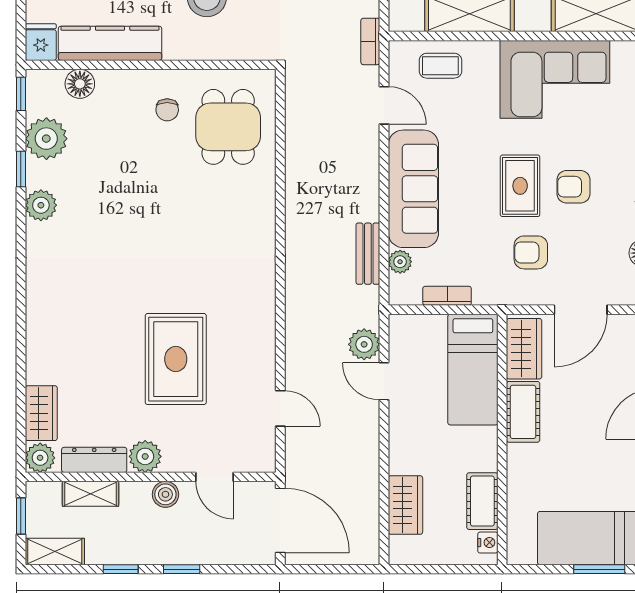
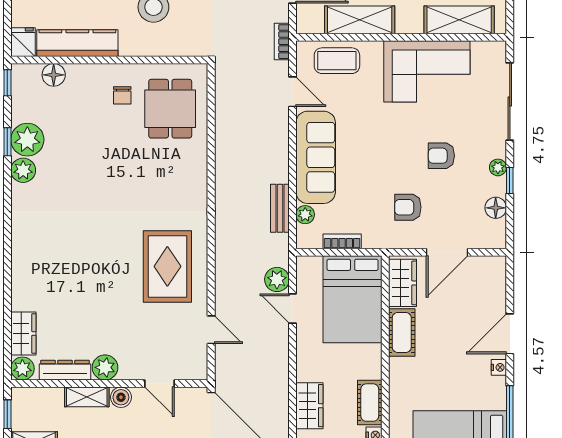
coffee table: (440, 66) -> (337, 61), width x1.36, depth x1.30
plant: (46, 139) -> (27, 140), moved
rug: (520, 186) -> (399, 155), removed
rug: (176, 359) -> (167, 266), moved
bed: (473, 370) -> (353, 299), width x1.50
shelving: (90, 494) -> (87, 397), moved

